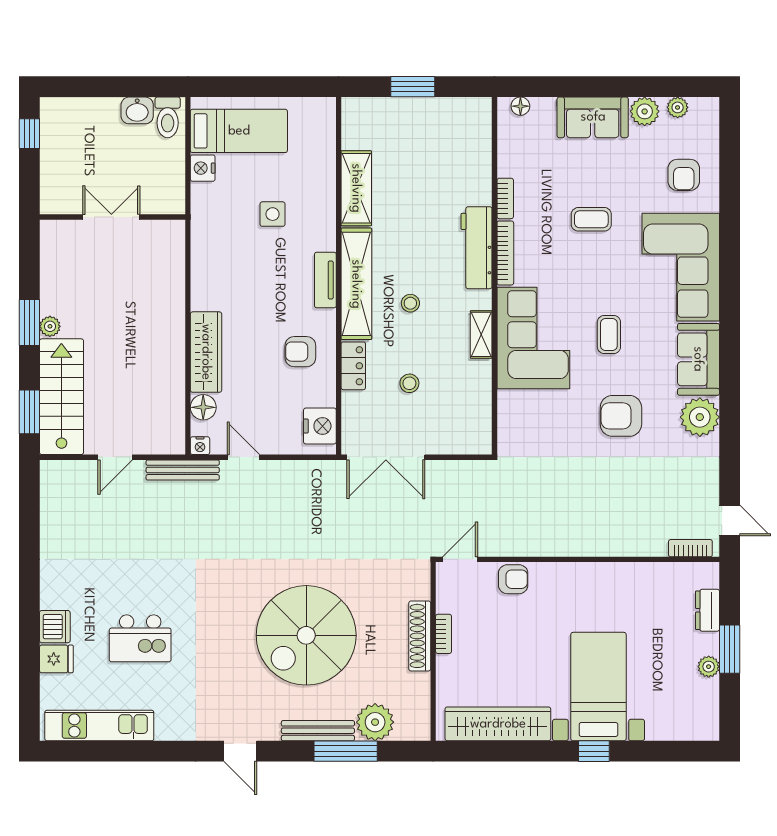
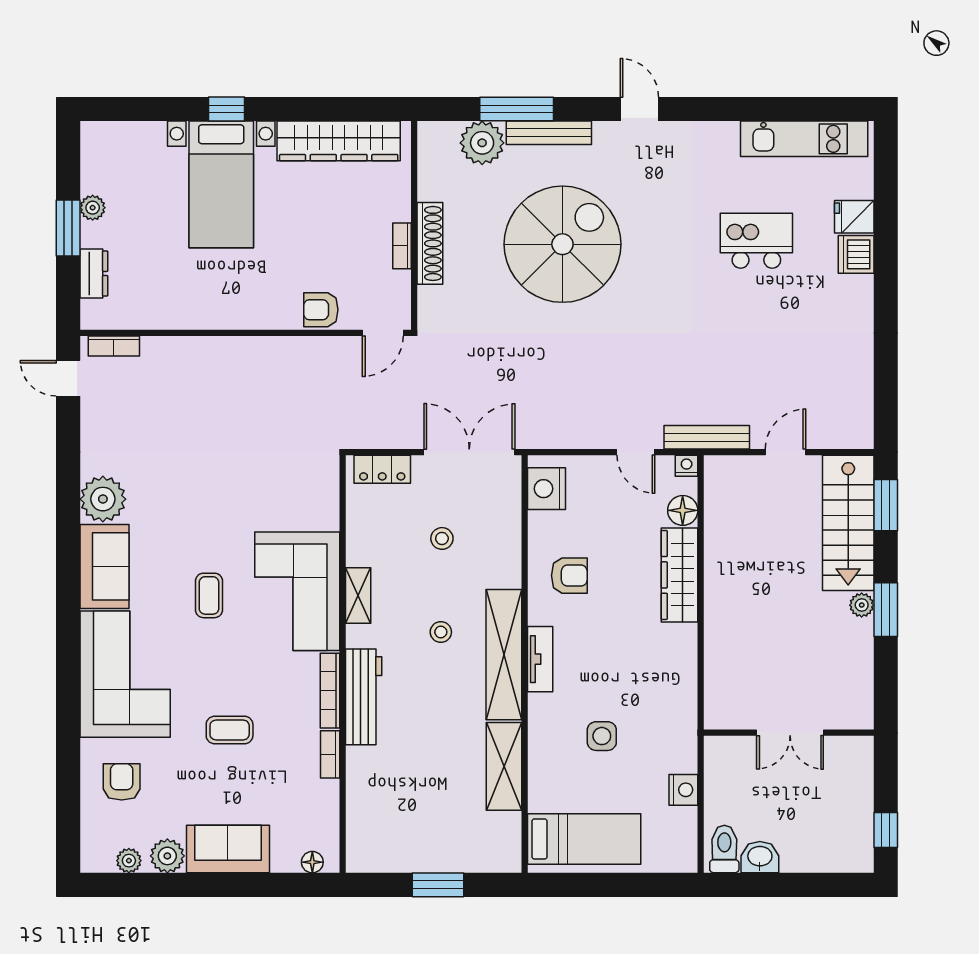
bed: (239, 131) -> (584, 839), moved, turned 180
locker: (353, 366) -> (382, 469), moved, turned -90
armchair: (621, 416) -> (195, 500), removed

